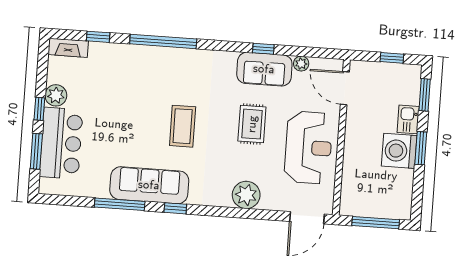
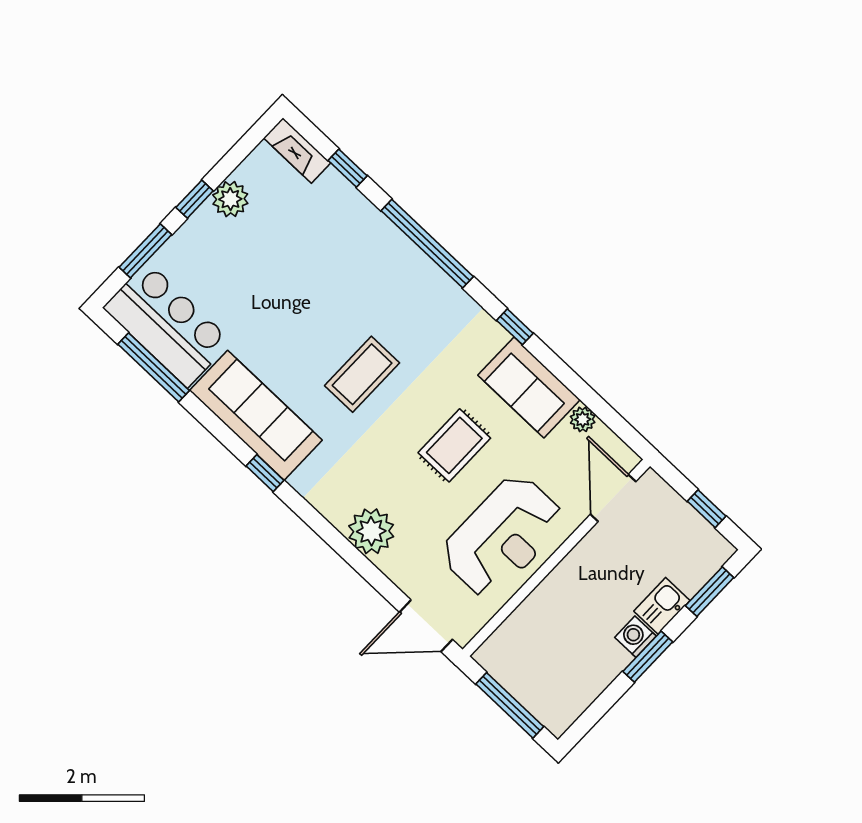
window: (263, 49) -> (515, 327), moved
bar counter: (61, 143) -> (167, 325), moved, turned -90
washing machine: (399, 151) -> (636, 637), width x0.53, depth x0.53
window: (120, 204) -> (154, 367), moved

